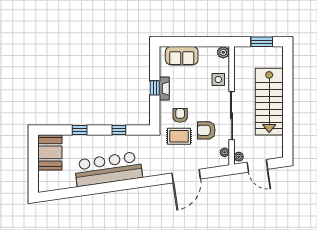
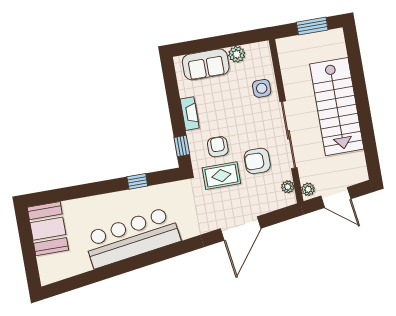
plant: (223, 52) -> (237, 54), moved
window: (155, 88) -> (182, 146), moved
window: (80, 130) -> (83, 191), removed

